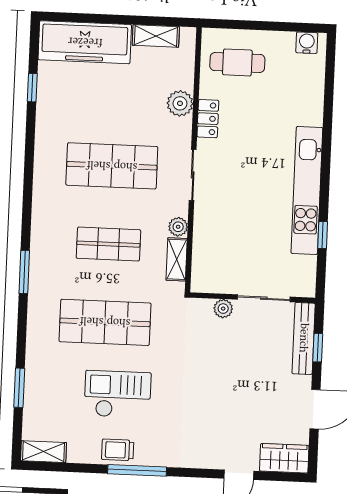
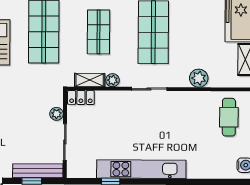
locker: (208, 119) -> (81, 98), moved

